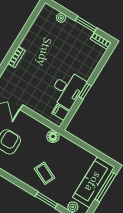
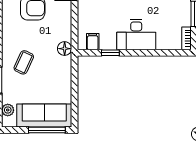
desk: (67, 89) -> (136, 35), moved
window: (85, 91) -> (110, 53), moved

